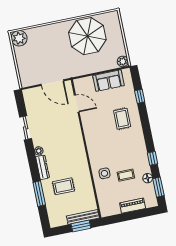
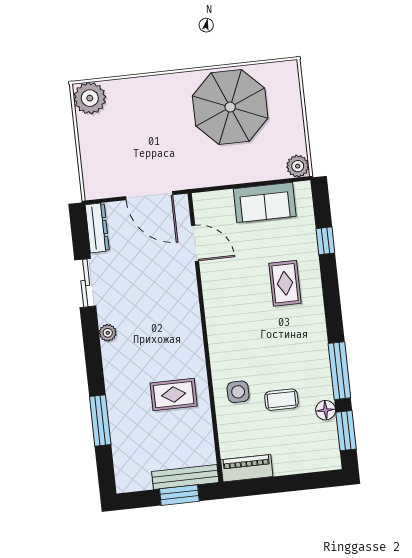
window: (153, 158) -> (339, 371), width x2.17
dresser: (43, 167) -> (97, 228), moved
rug: (64, 186) -> (174, 395), moved
piano: (133, 206) -> (247, 468), moved

